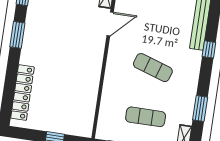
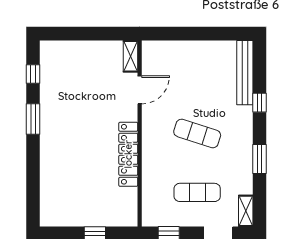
locker: (22, 93) -> (128, 154), moved, turned 180
window: (200, 108) -> (259, 159), moved

